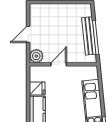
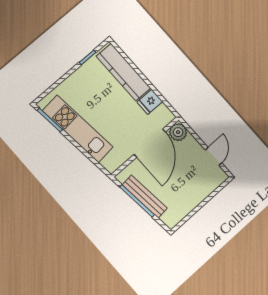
door: (28, 34) -> (213, 156), moved
door: (59, 64) -> (150, 143), width x1.87

